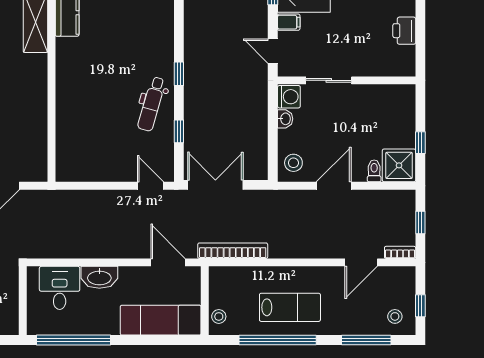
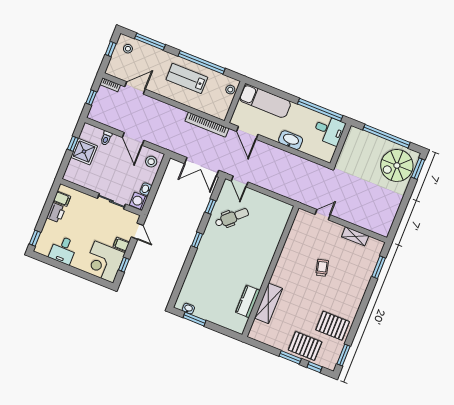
filing cabinet: (404, 55) -> (62, 199), added
dental chair: (152, 104) -> (232, 218), moved, turned 31
shower: (399, 165) -> (84, 152), moved
door: (334, 186) -> (133, 139), hinge flipped
desk: (60, 288) -> (329, 130), moved, turned -90

